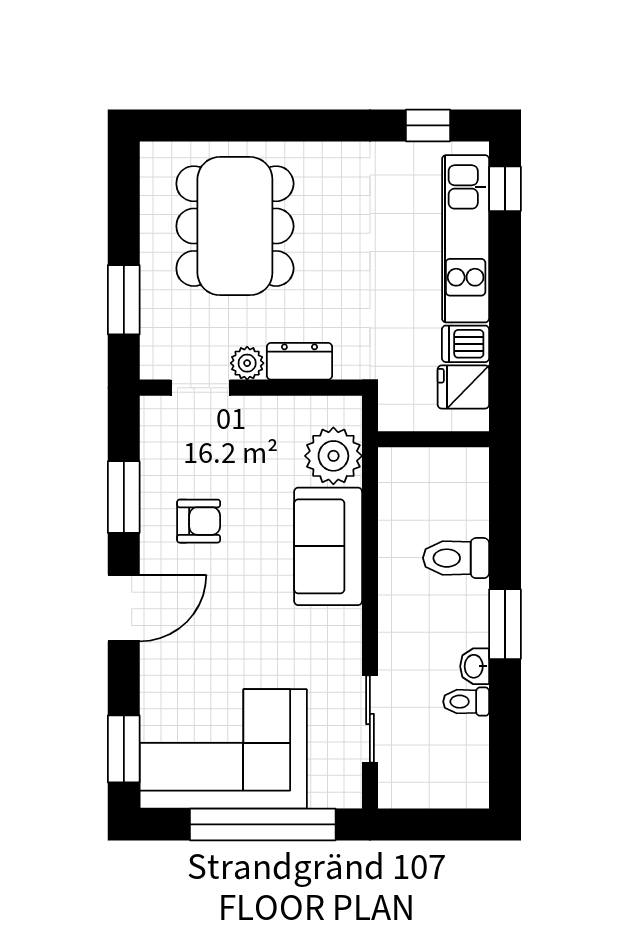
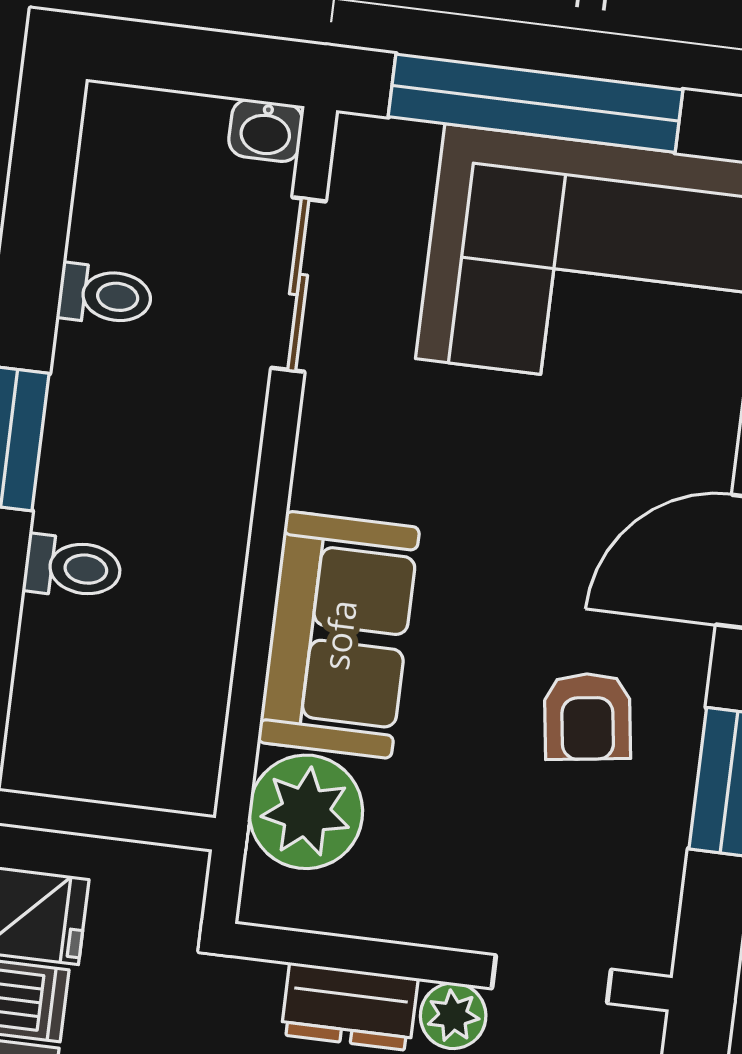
armchair: (199, 521) -> (587, 716), turned -98
toilet: (456, 558) -> (73, 567), width x0.73, depth x0.72
washbasin: (475, 666) -> (266, 130), moved, turned 90

